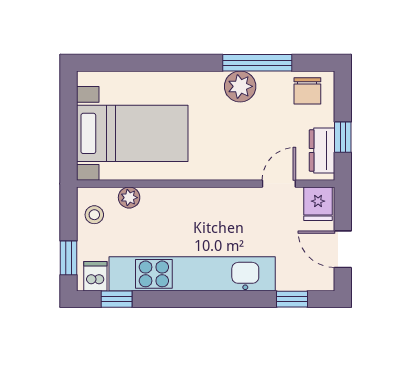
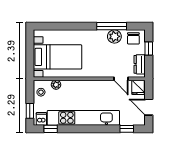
plant: (240, 86) -> (114, 36), moved
window: (343, 137) -> (149, 48), moved
door: (279, 184) -> (121, 79), swing flipped

